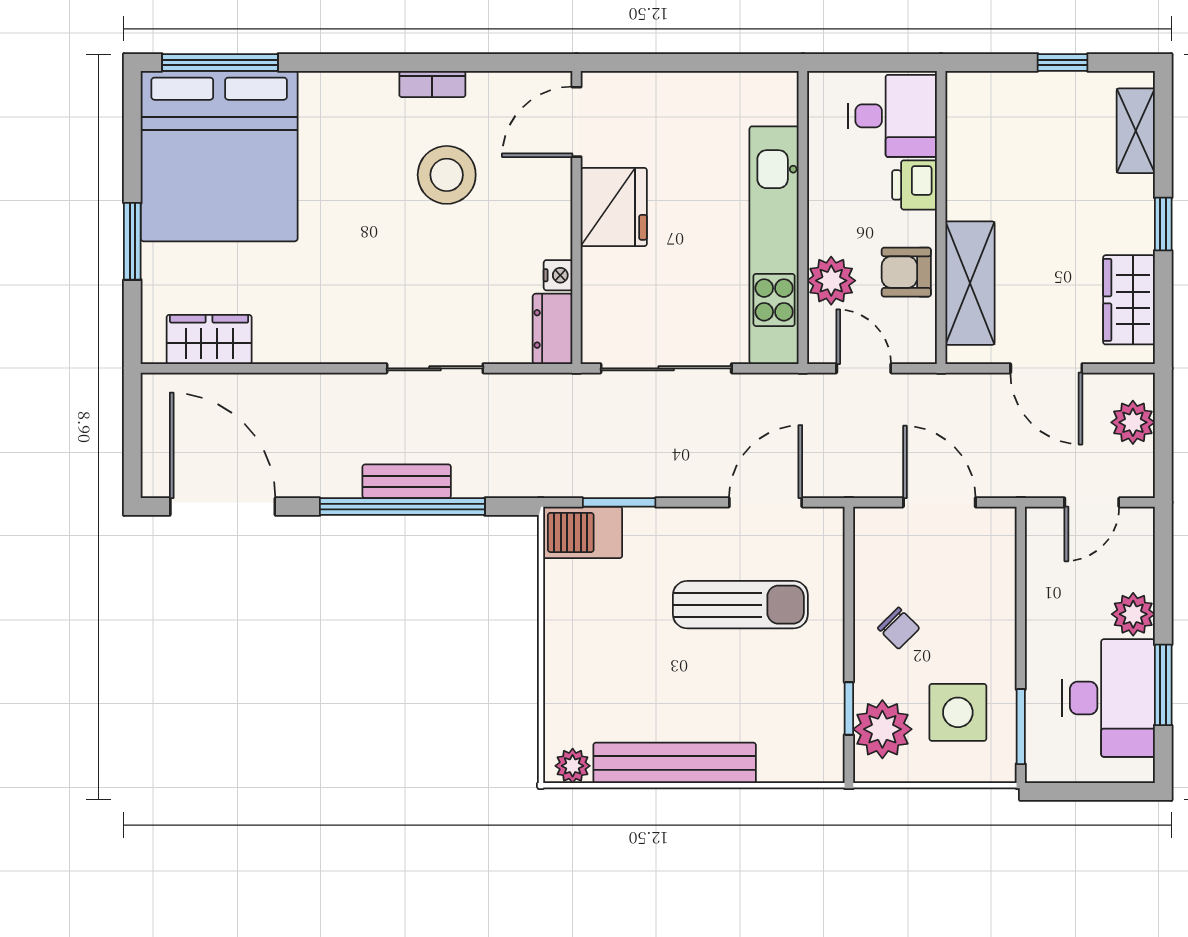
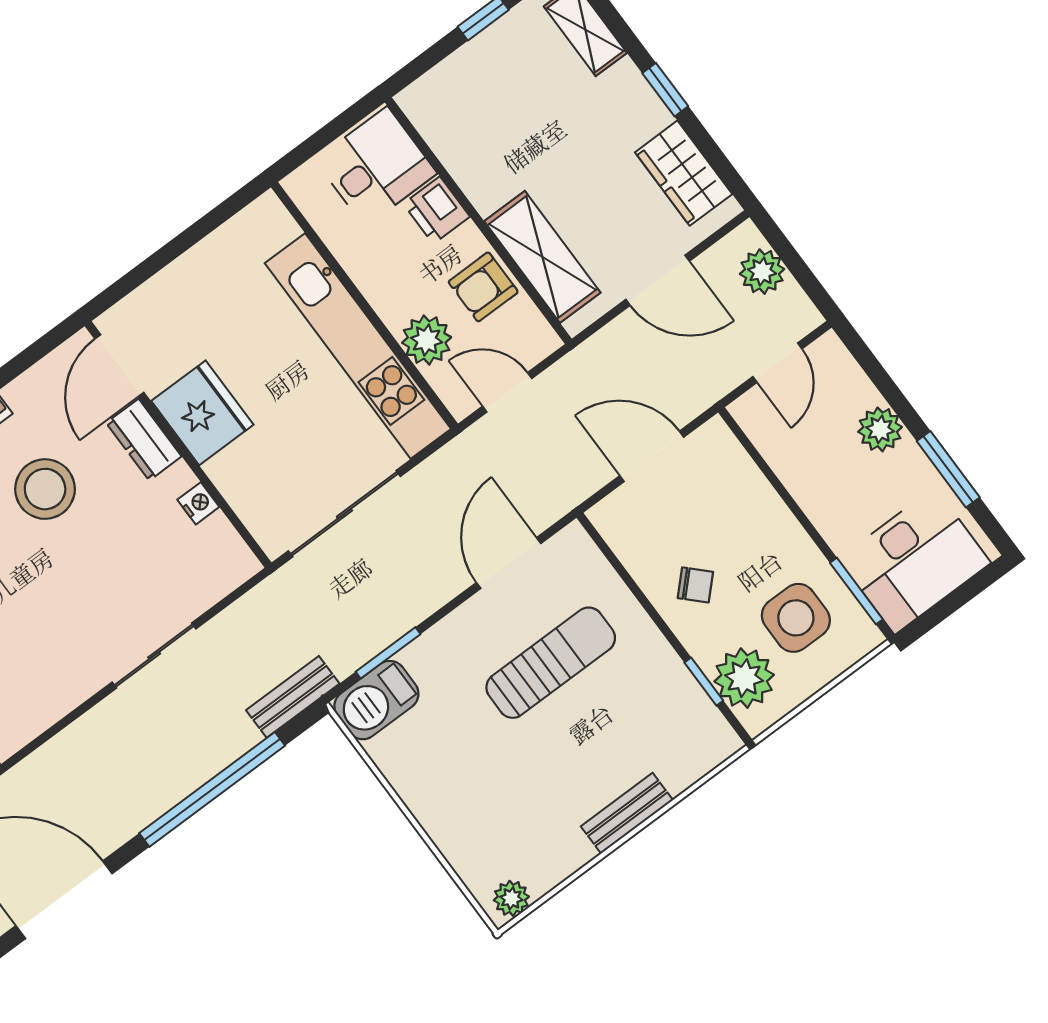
dresser: (553, 329) -> (144, 440), moved
bench: (407, 481) -> (293, 697), moved
desk: (1109, 698) -> (915, 561), moved, turned 90
bench: (675, 763) -> (627, 813), width x0.54, depth x0.82

